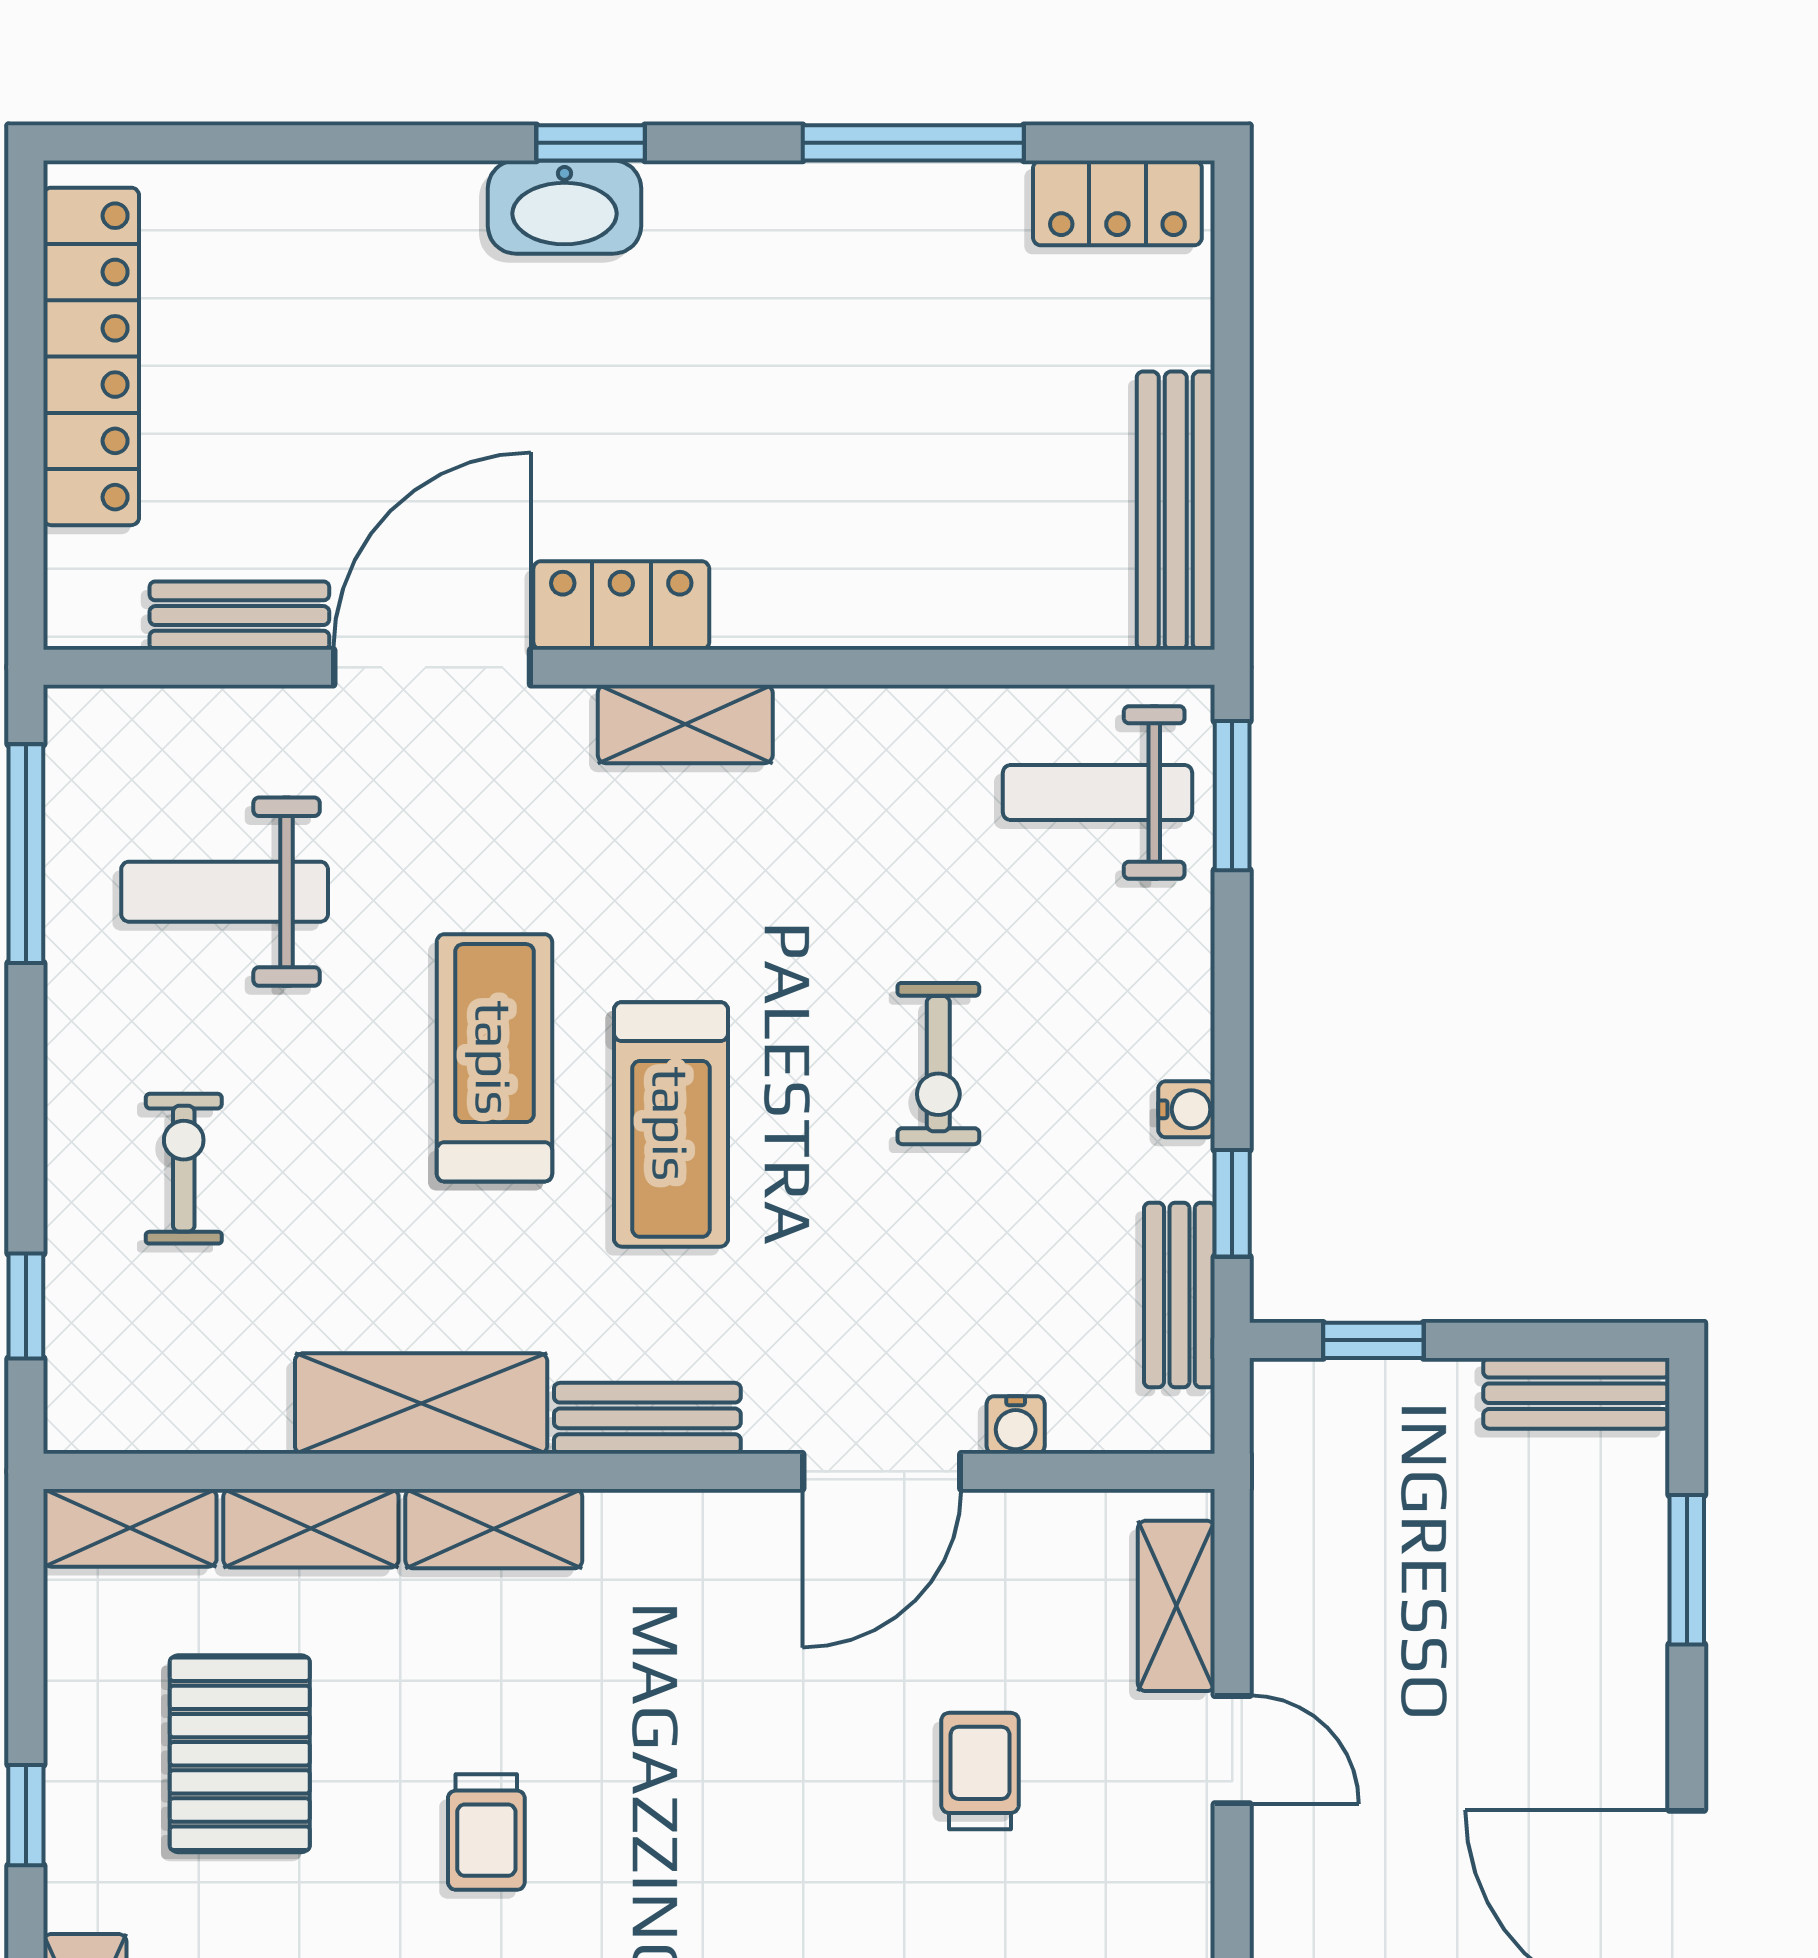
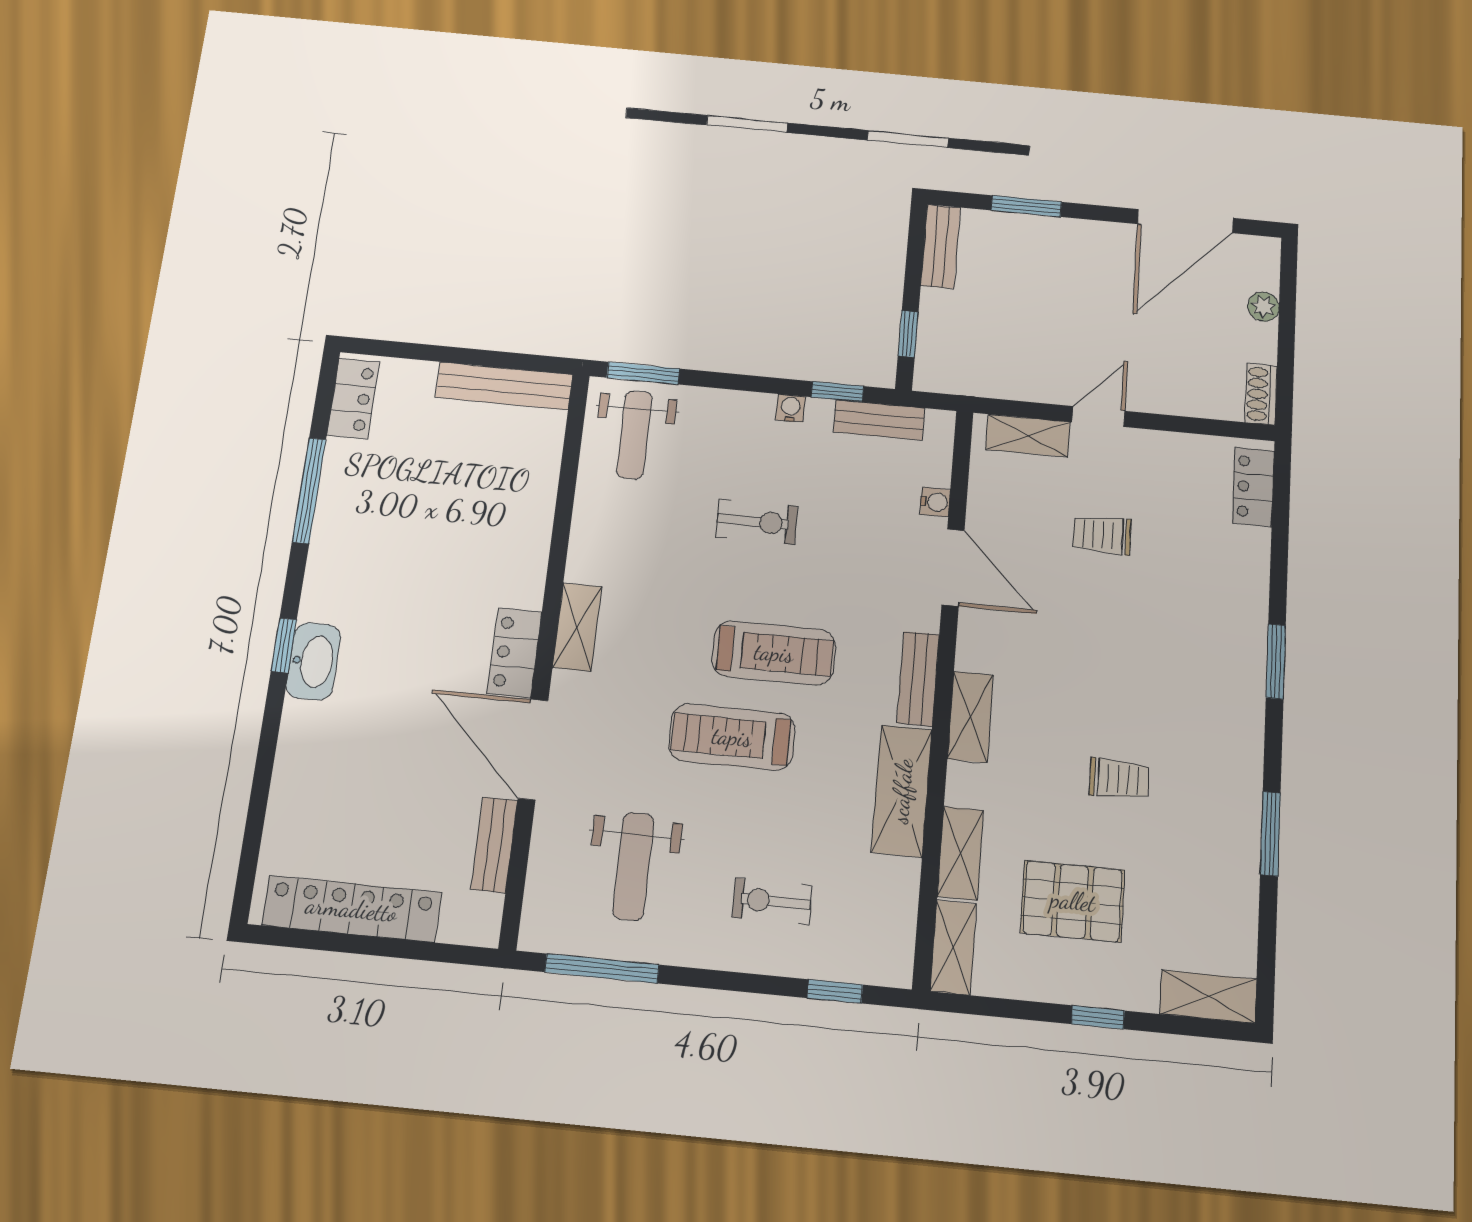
shelving: (494, 1529) -> (970, 717), moved

